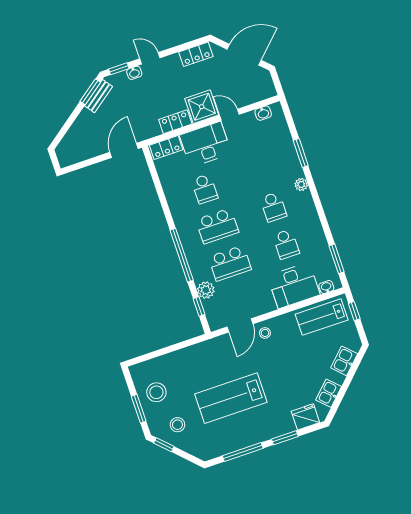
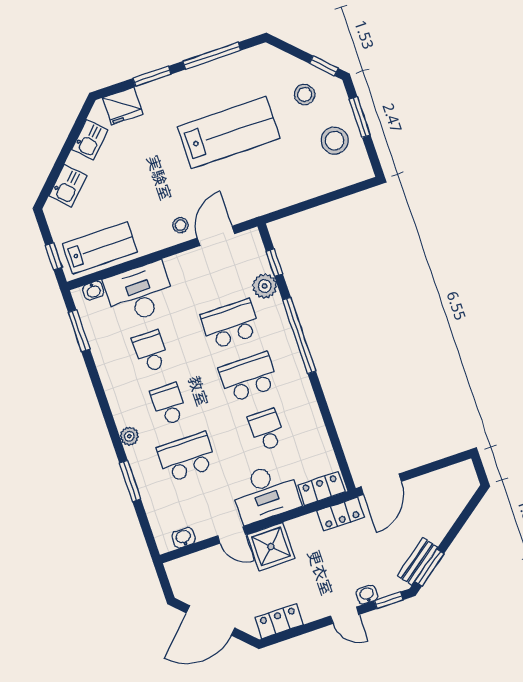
locker: (175, 122) -> (341, 514), moved
school desk: (261, 170) -> (187, 457), added

